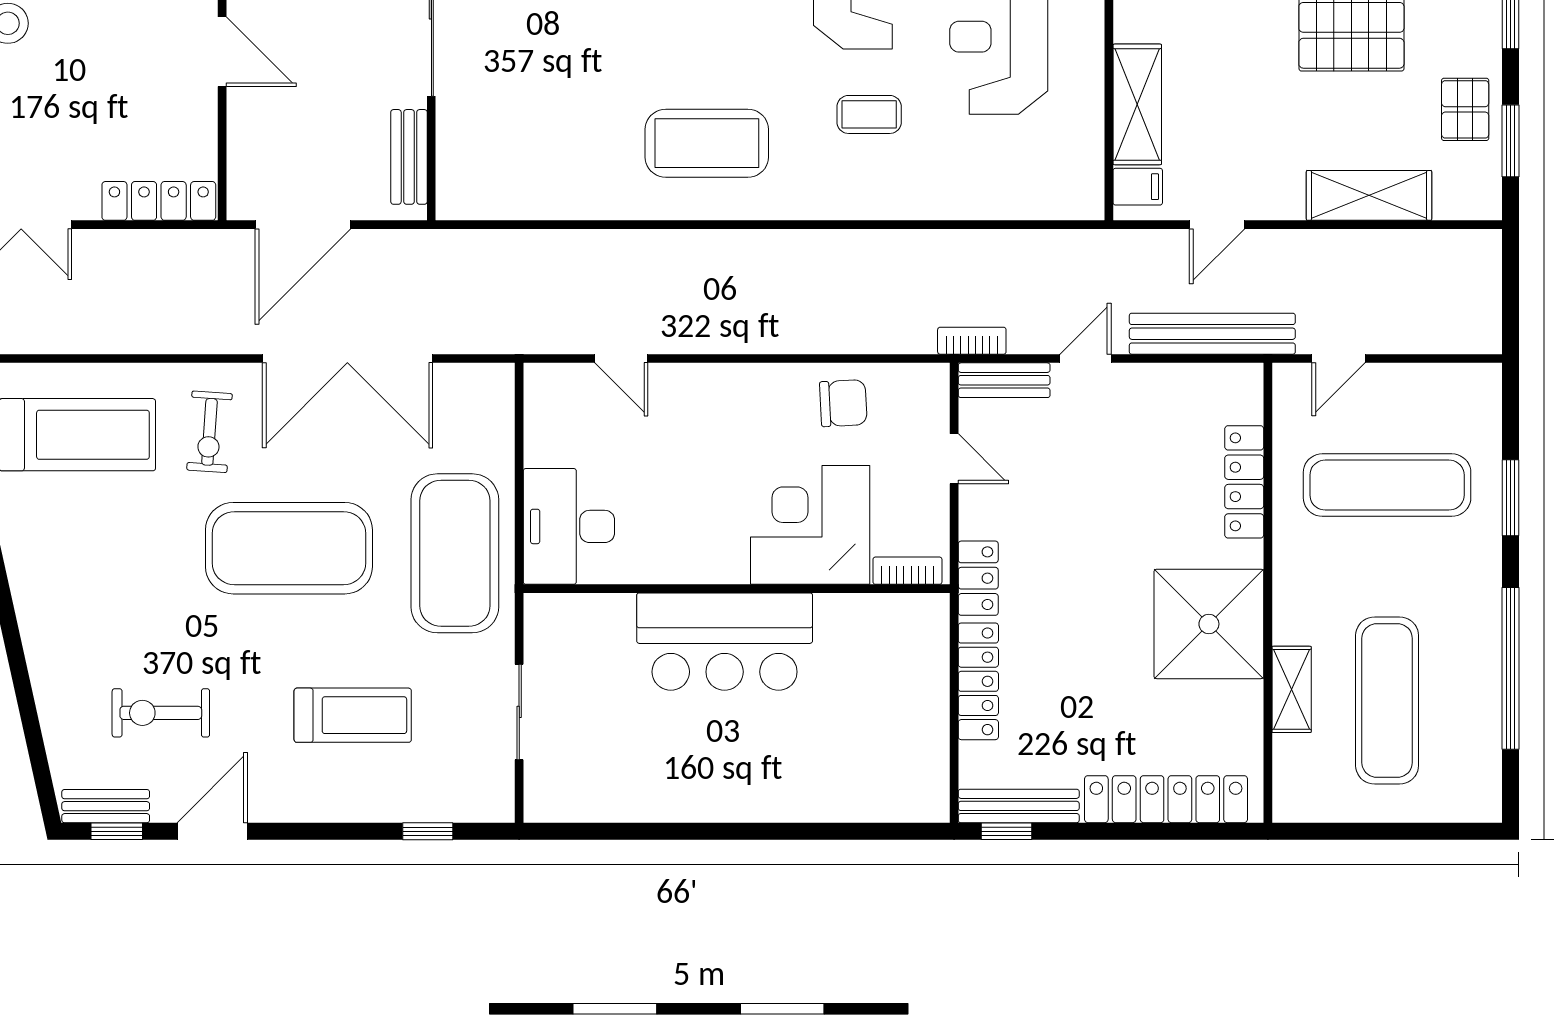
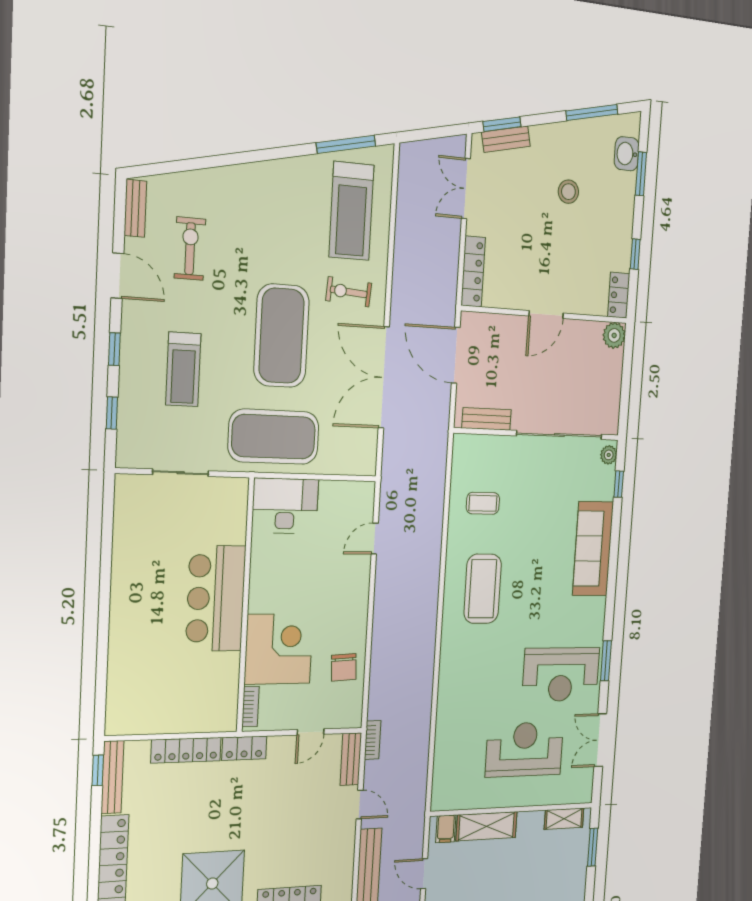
coffee table: (869, 114) -> (483, 503), moved, turned 90
window: (117, 831) -> (114, 349), moved

